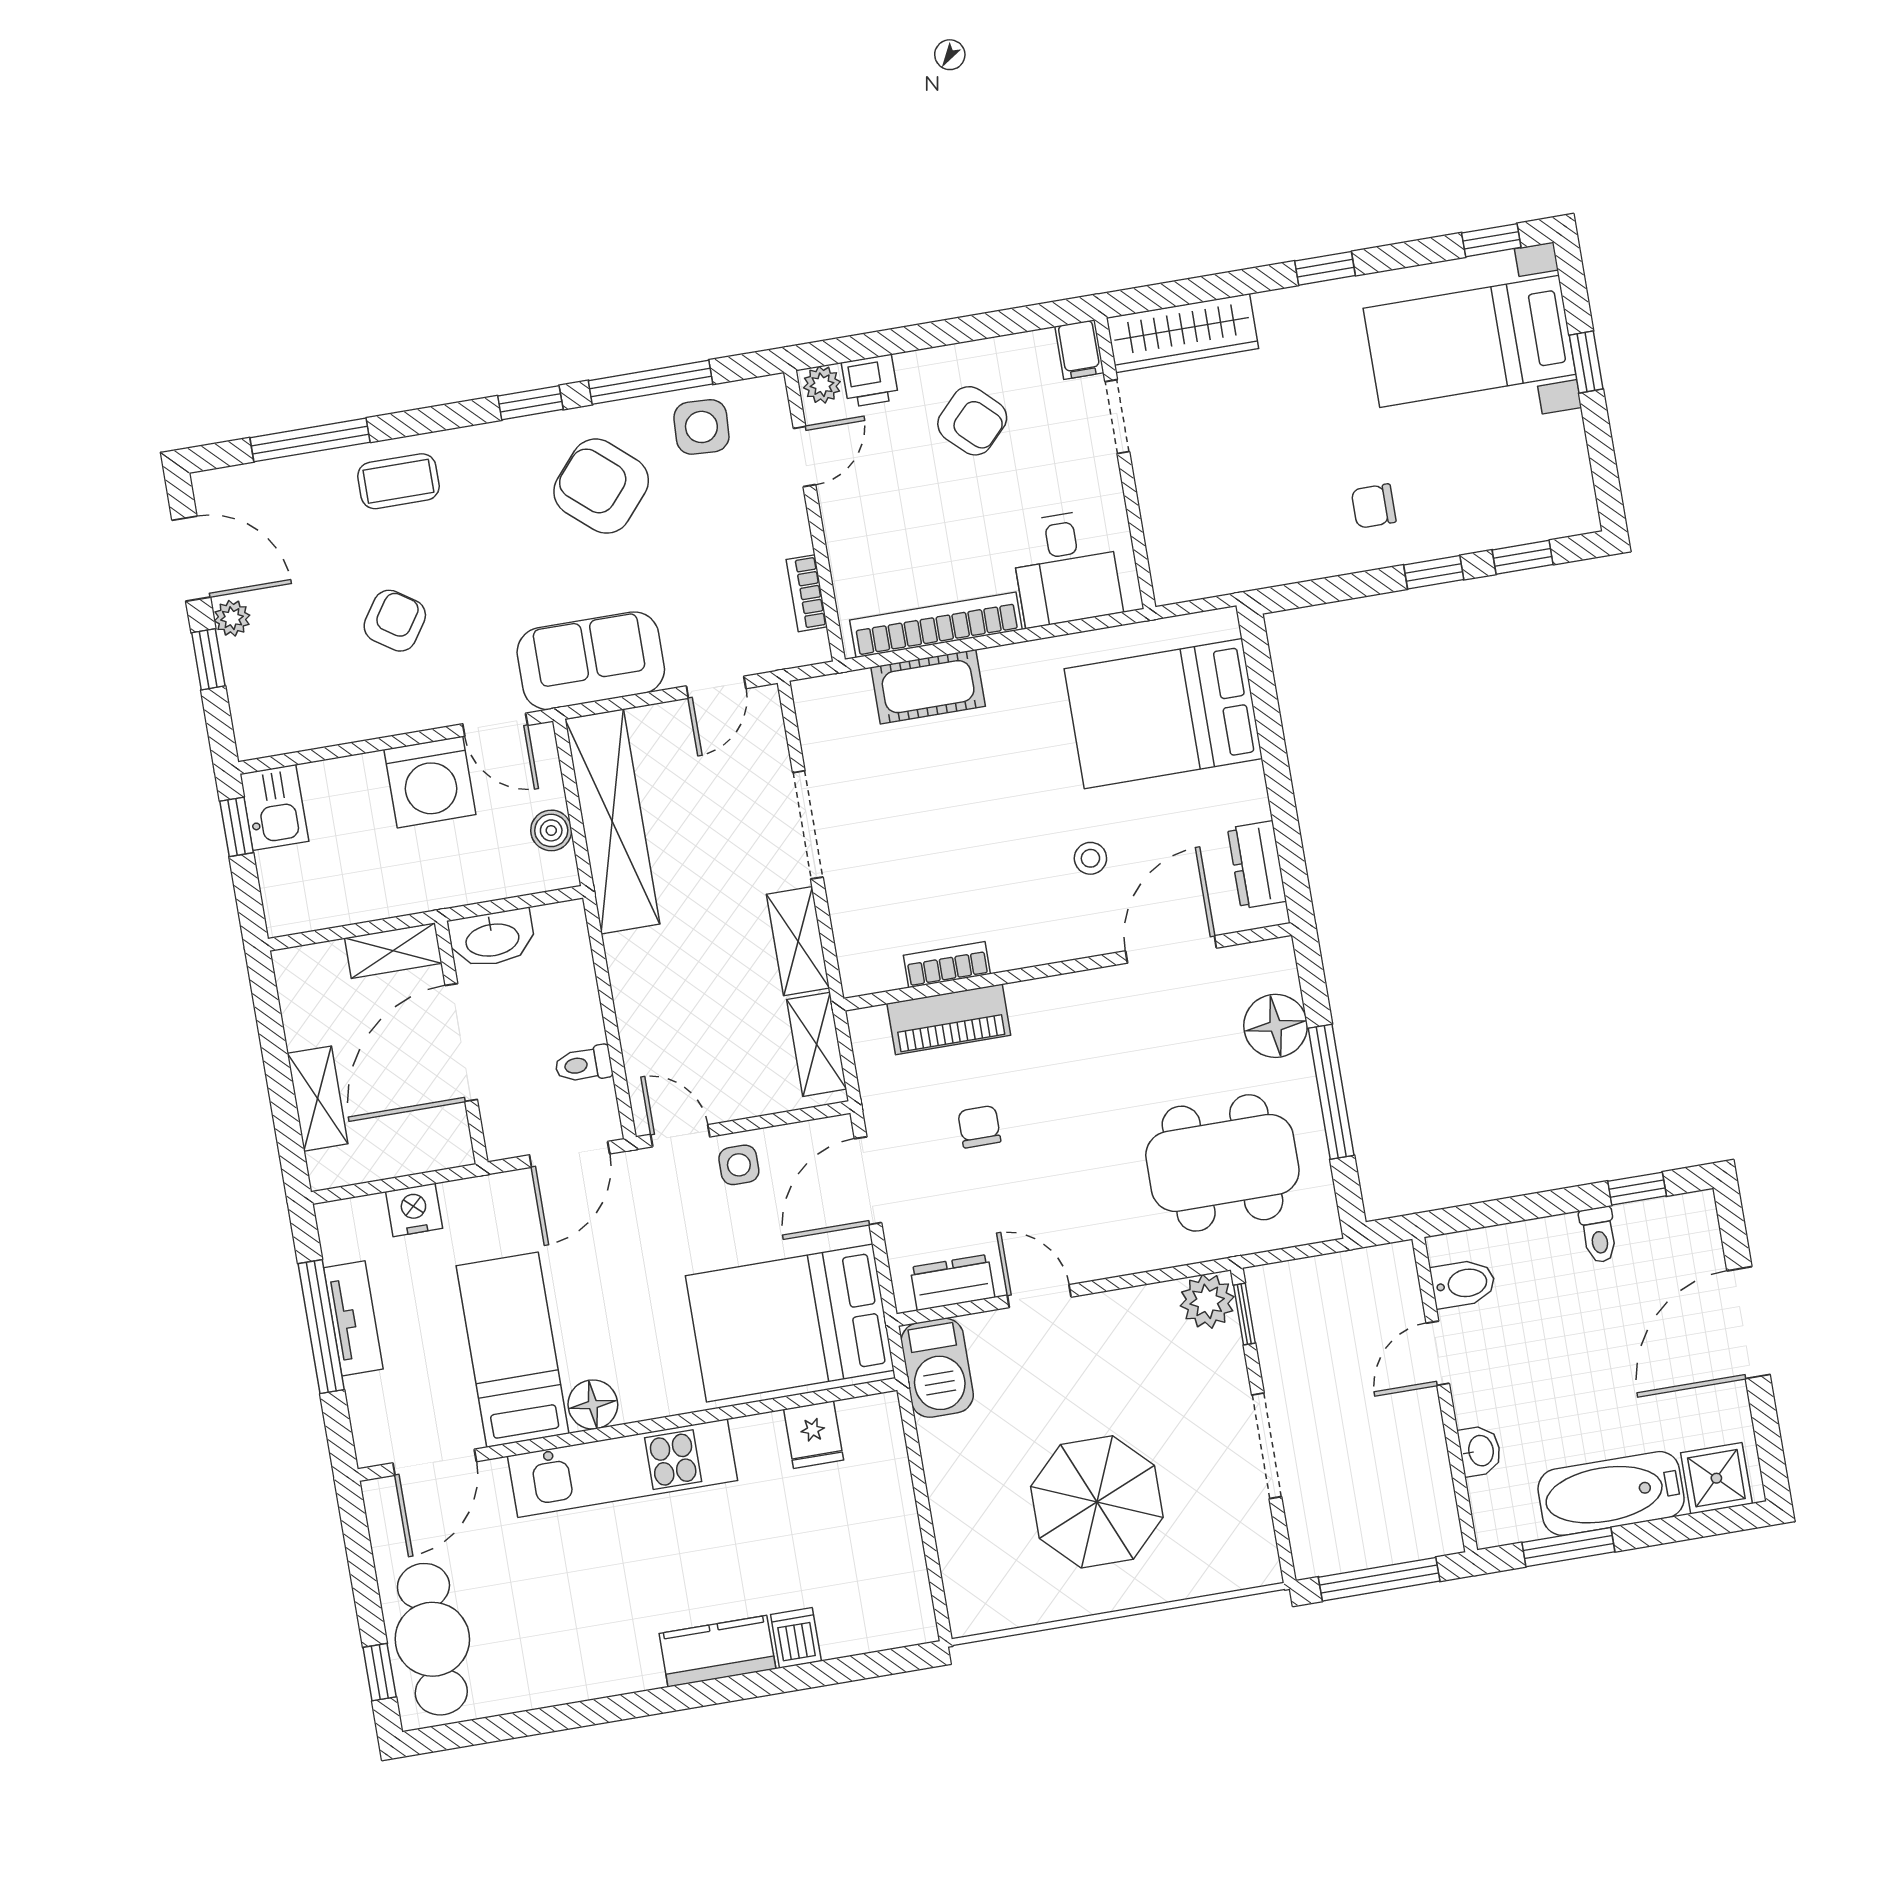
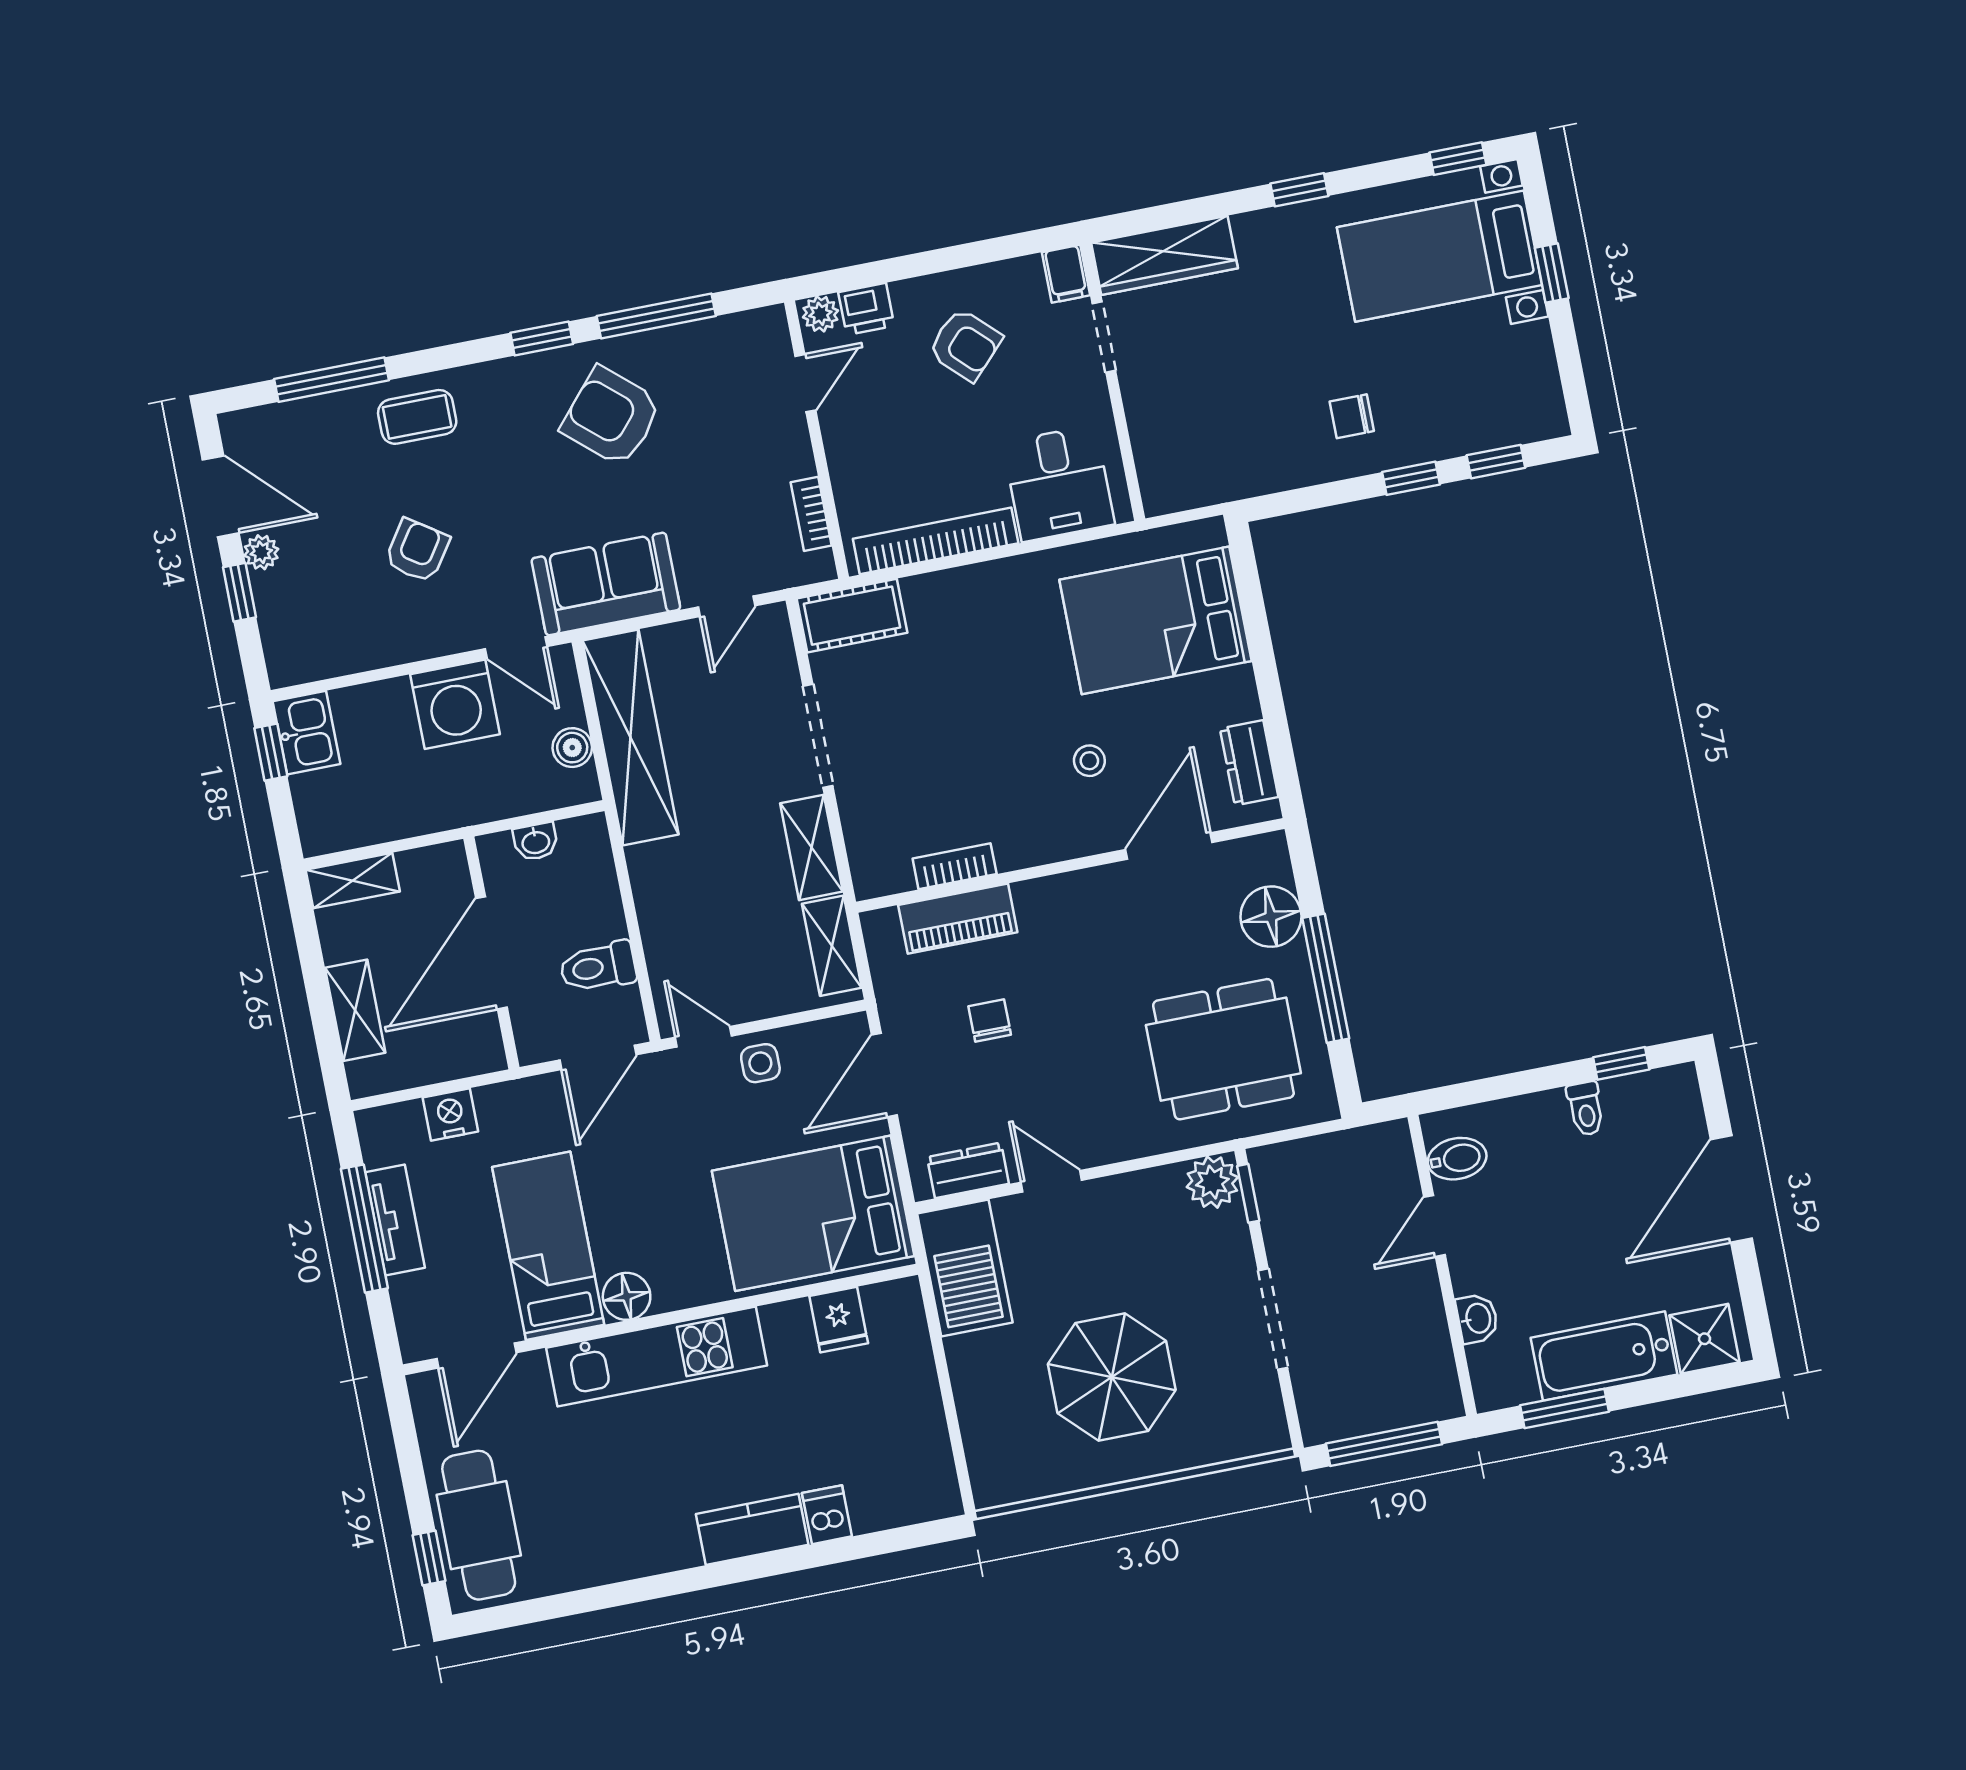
side table: (701, 427) -> (706, 357), removed
cot: (928, 687) -> (852, 616), moved
washbasin: (492, 939) -> (536, 842), width x0.52, depth x0.69
shelving: (393, 951) -> (353, 881), moved
toilet: (584, 1064) -> (598, 967), width x1.37, depth x1.39
barbecue: (937, 1368) -> (965, 1268), width x1.37, depth x1.21

